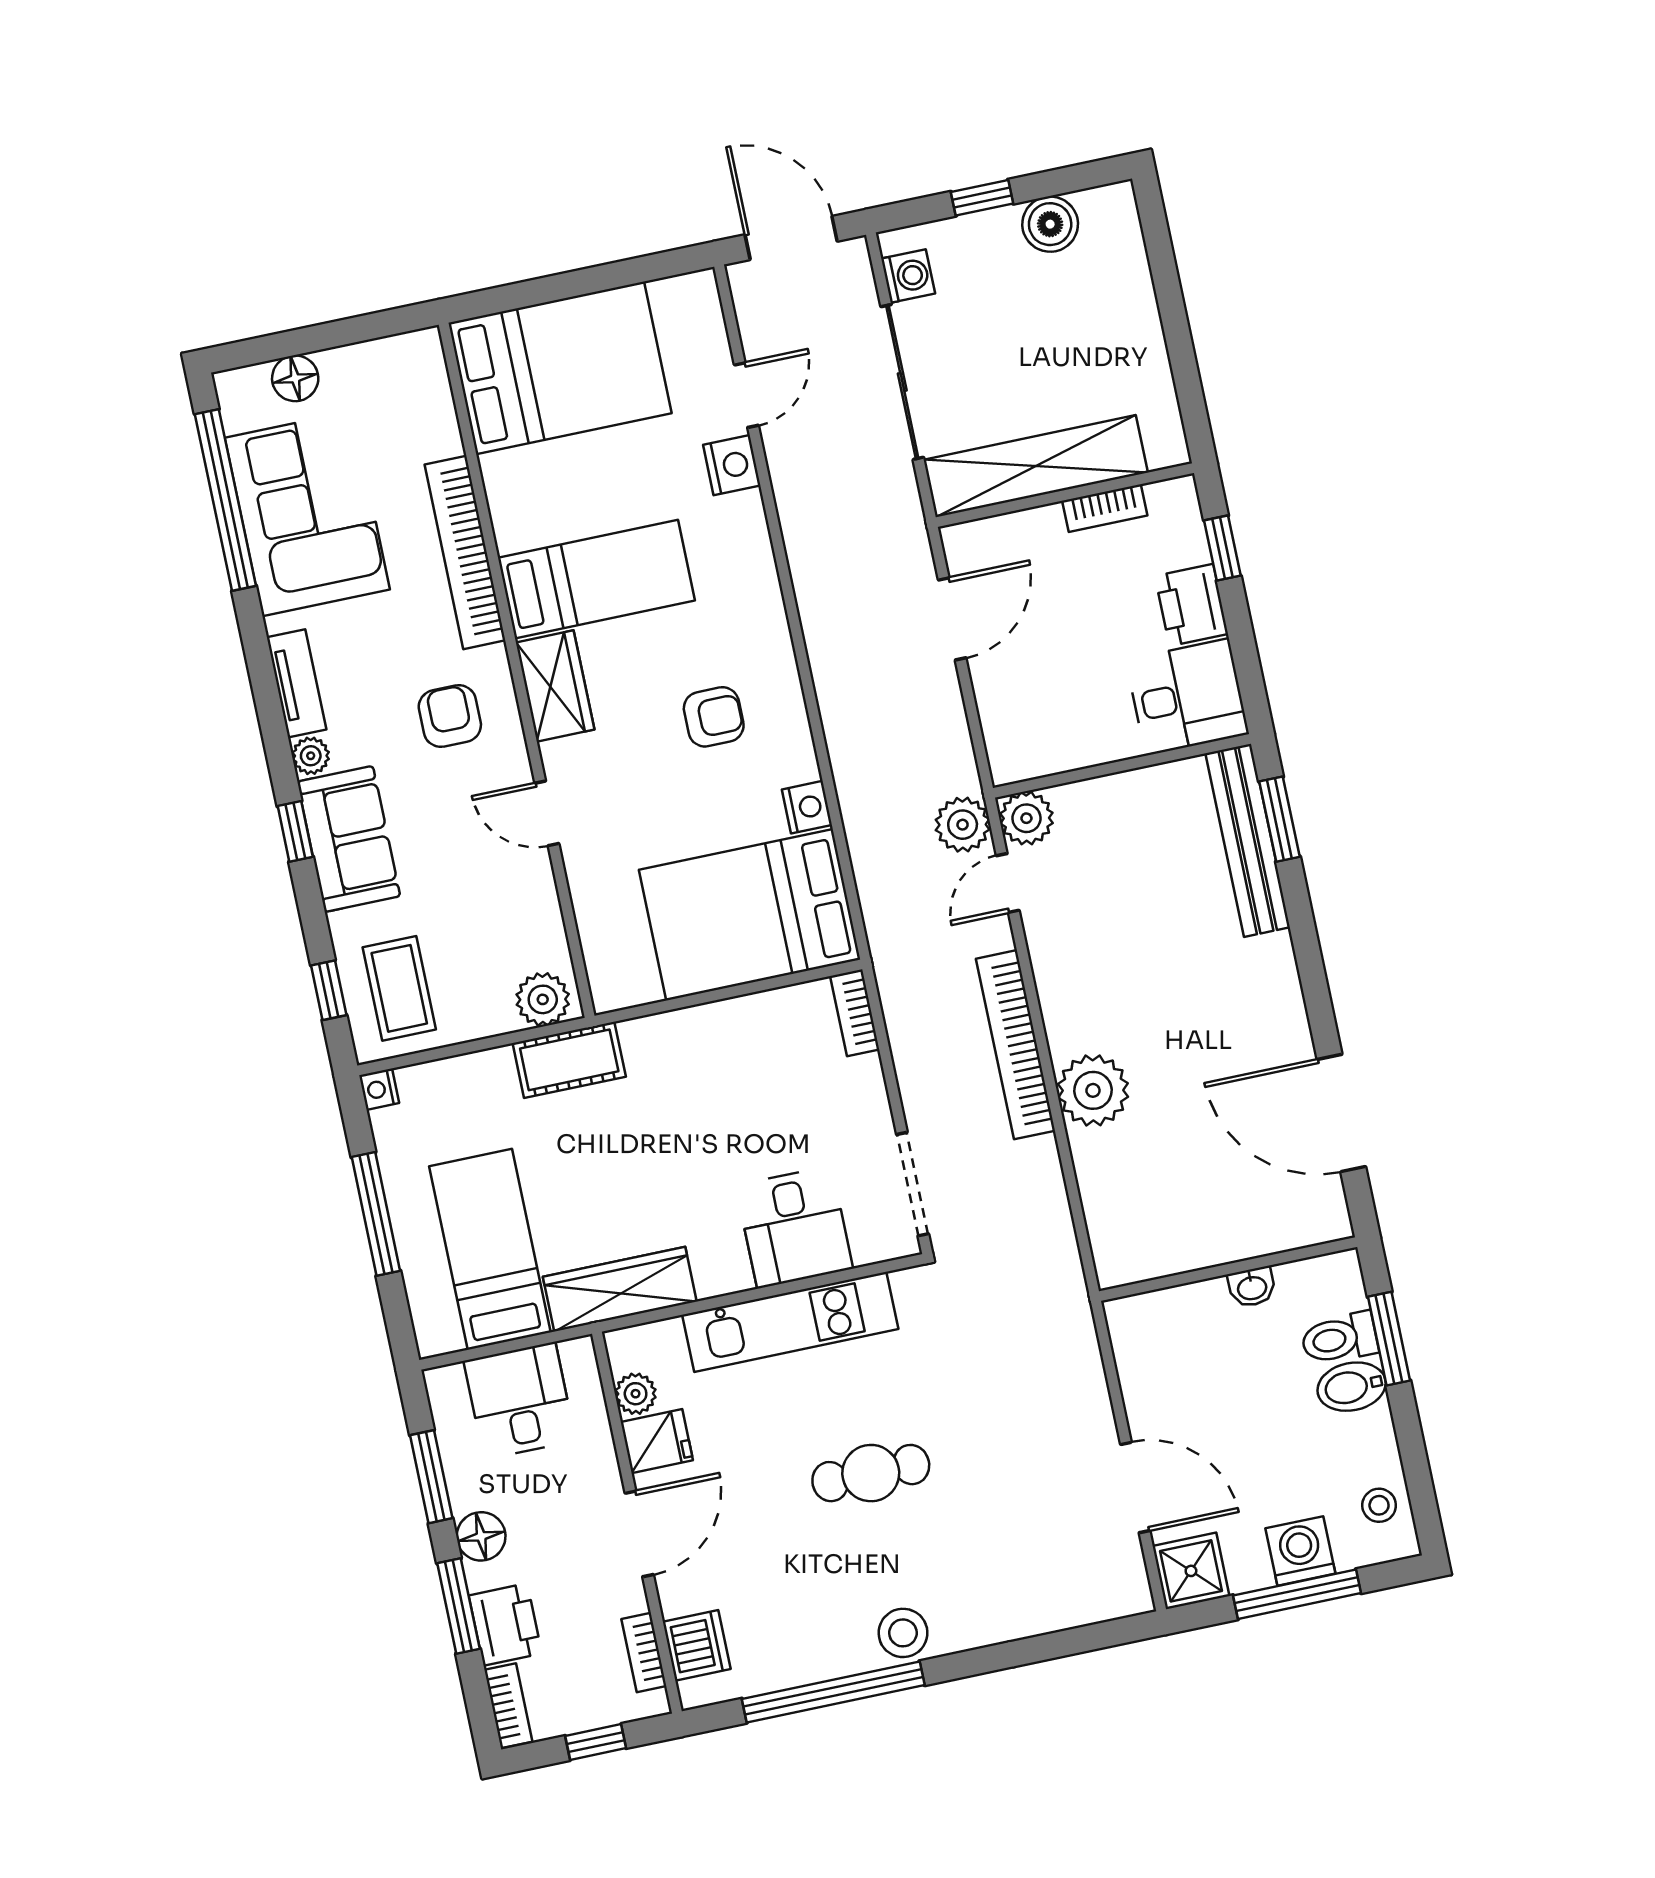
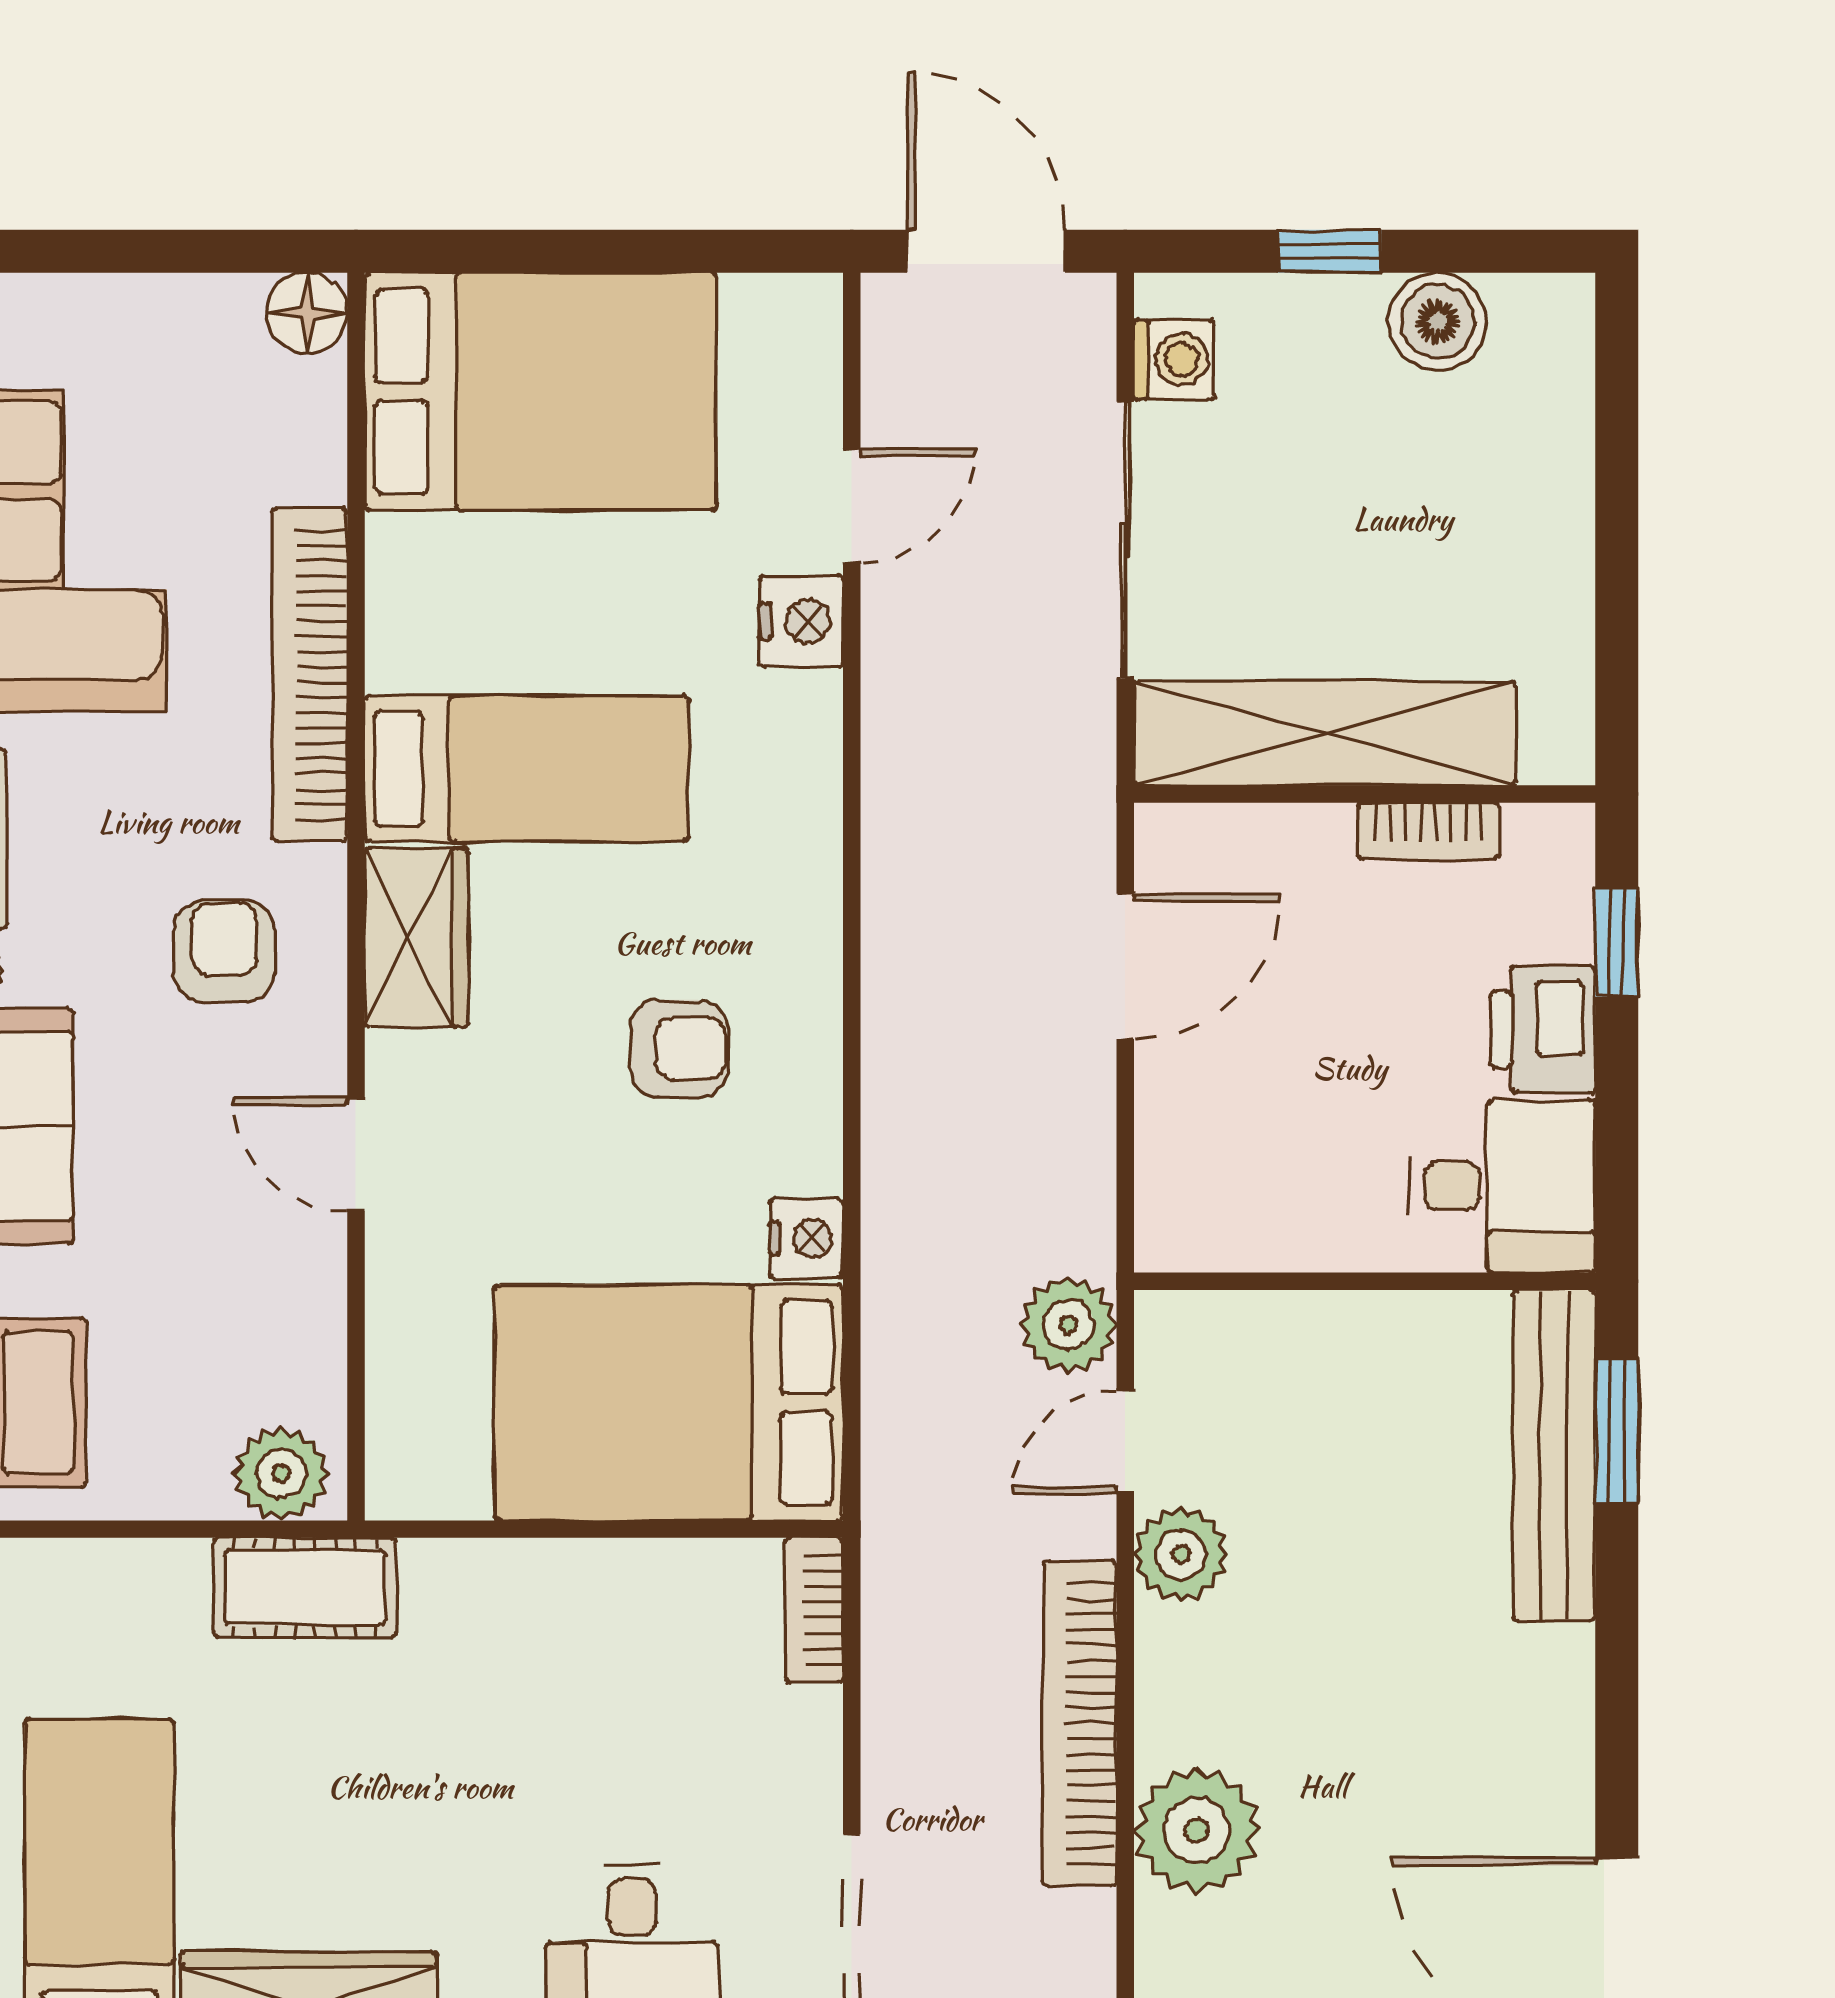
floor lamp: (295, 378) -> (307, 313), moved
plant: (1026, 818) -> (1181, 1555), moved

